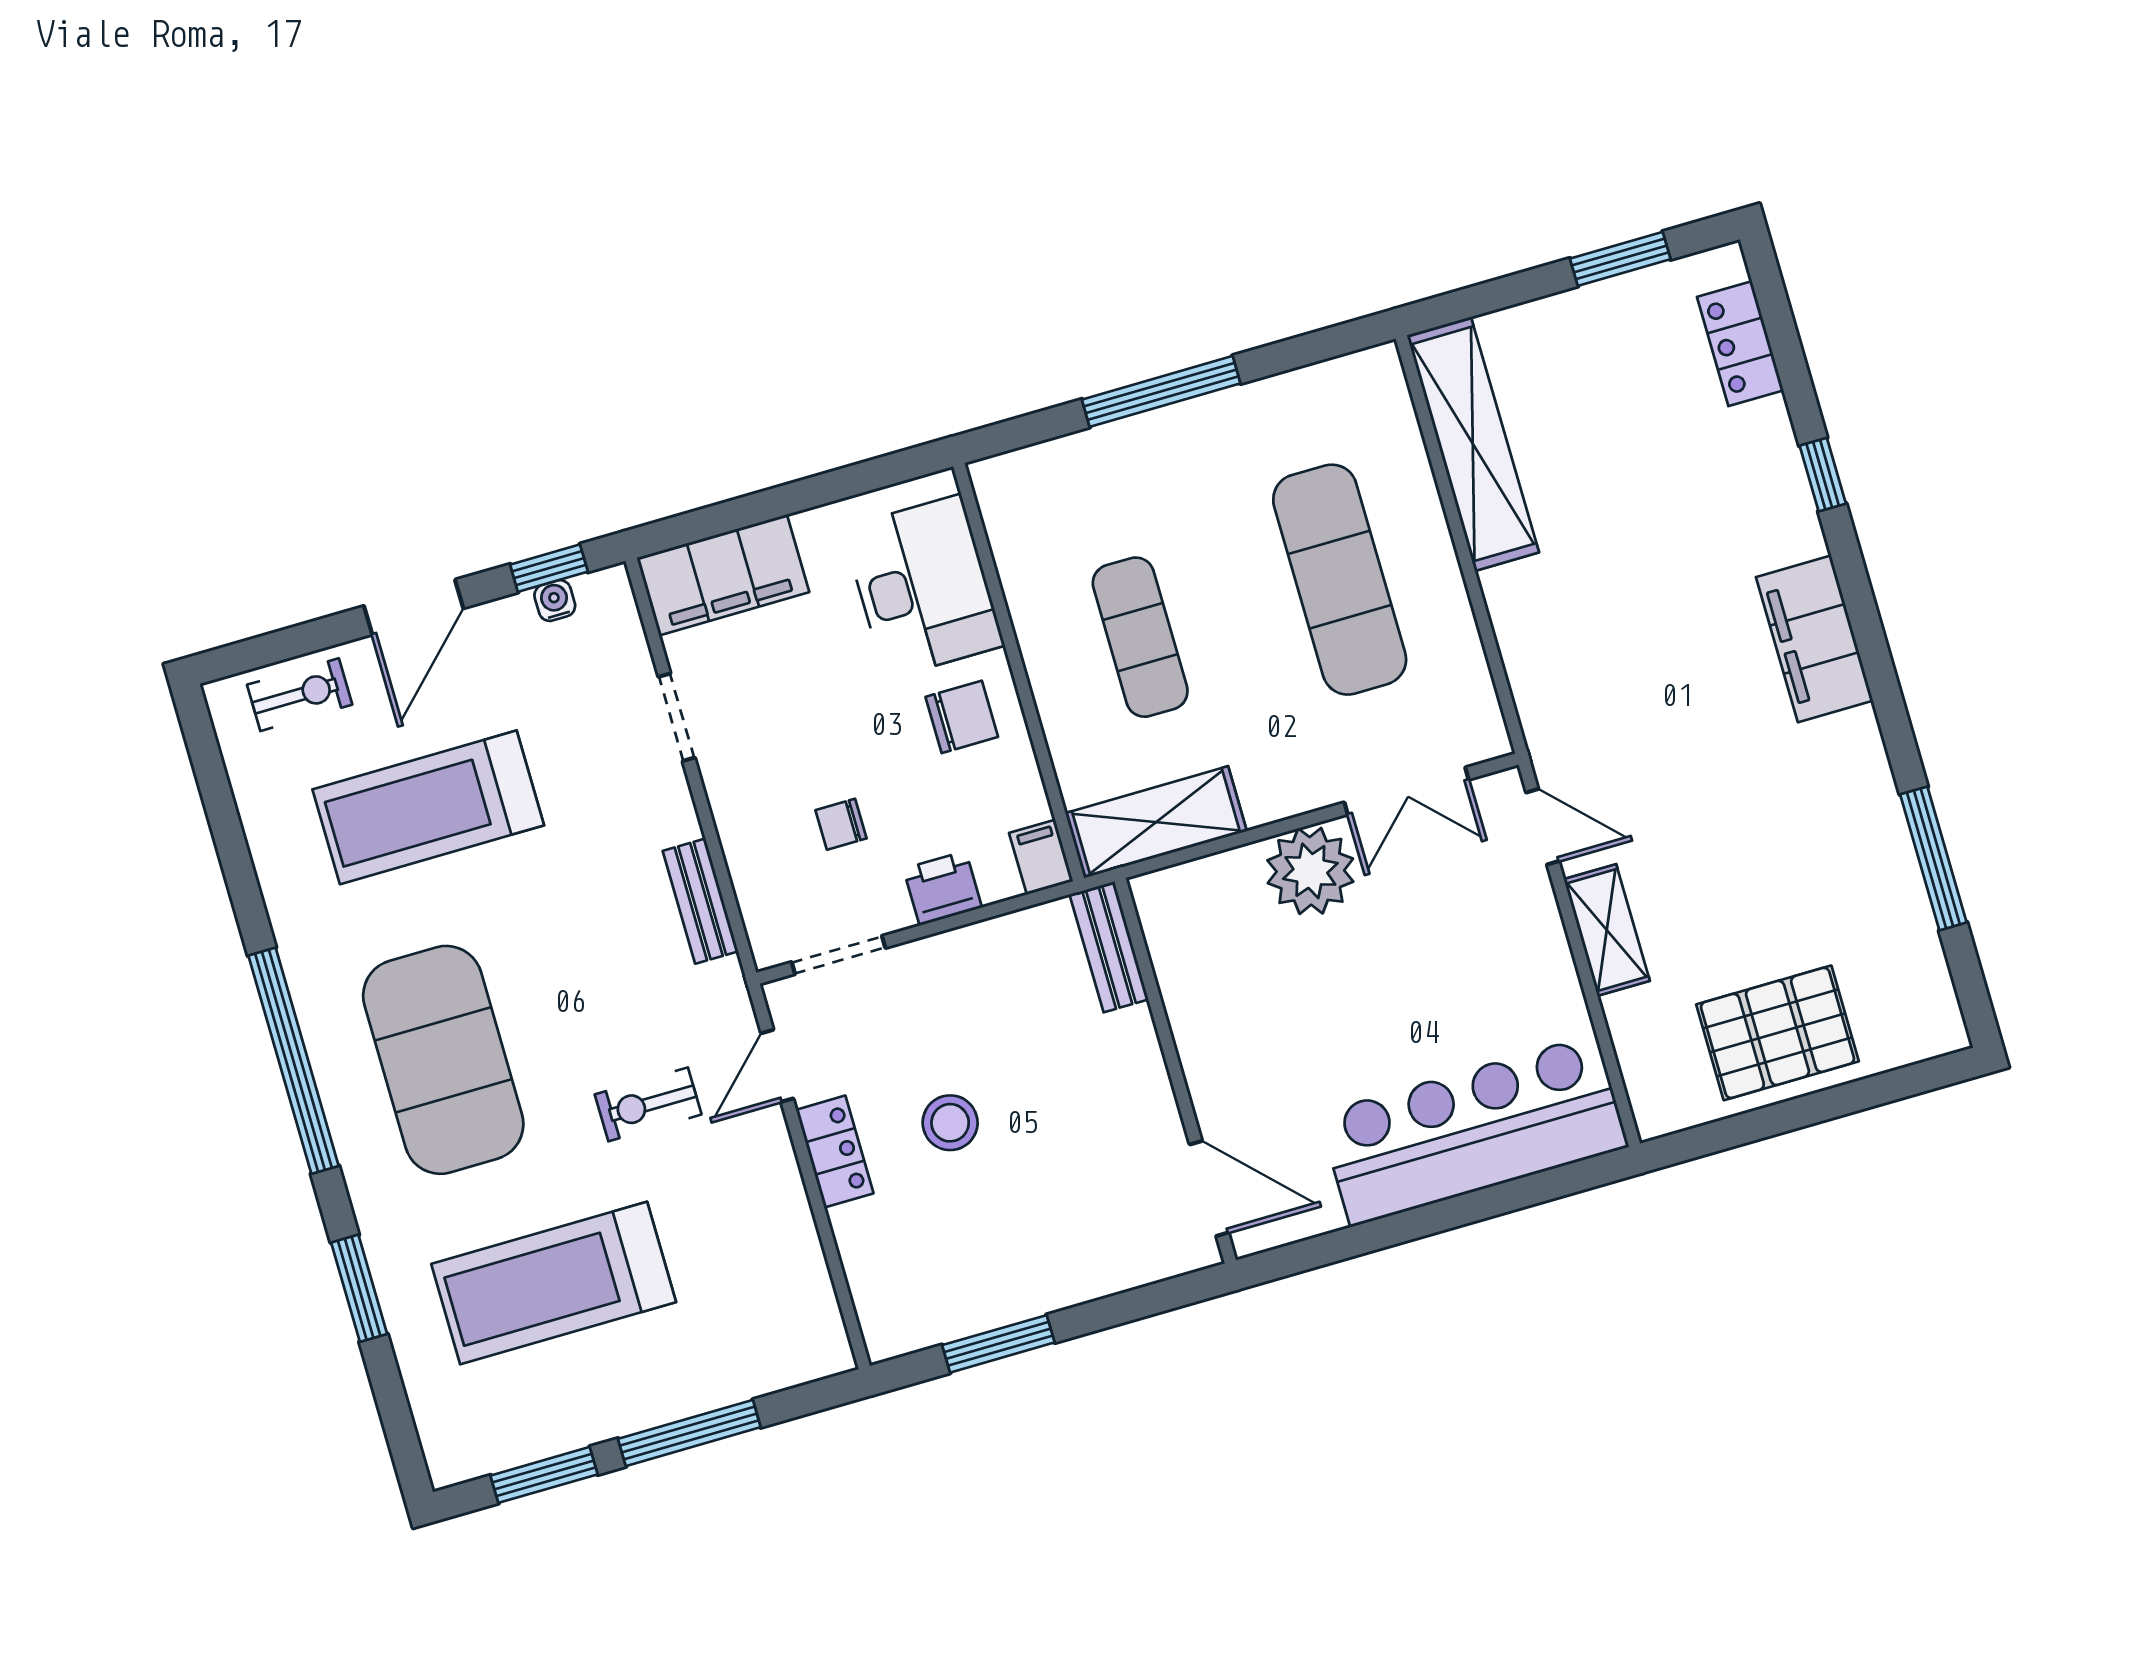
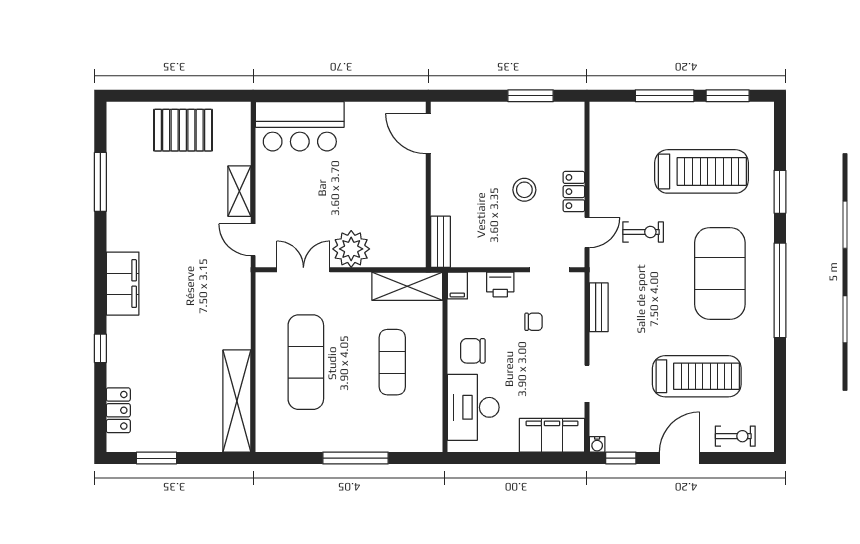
water cooler: (555, 601) -> (597, 444), moved
exercise bike: (300, 695) -> (735, 436), turned 180
bar counter: (1473, 1130) -> (300, 126), width x0.73

